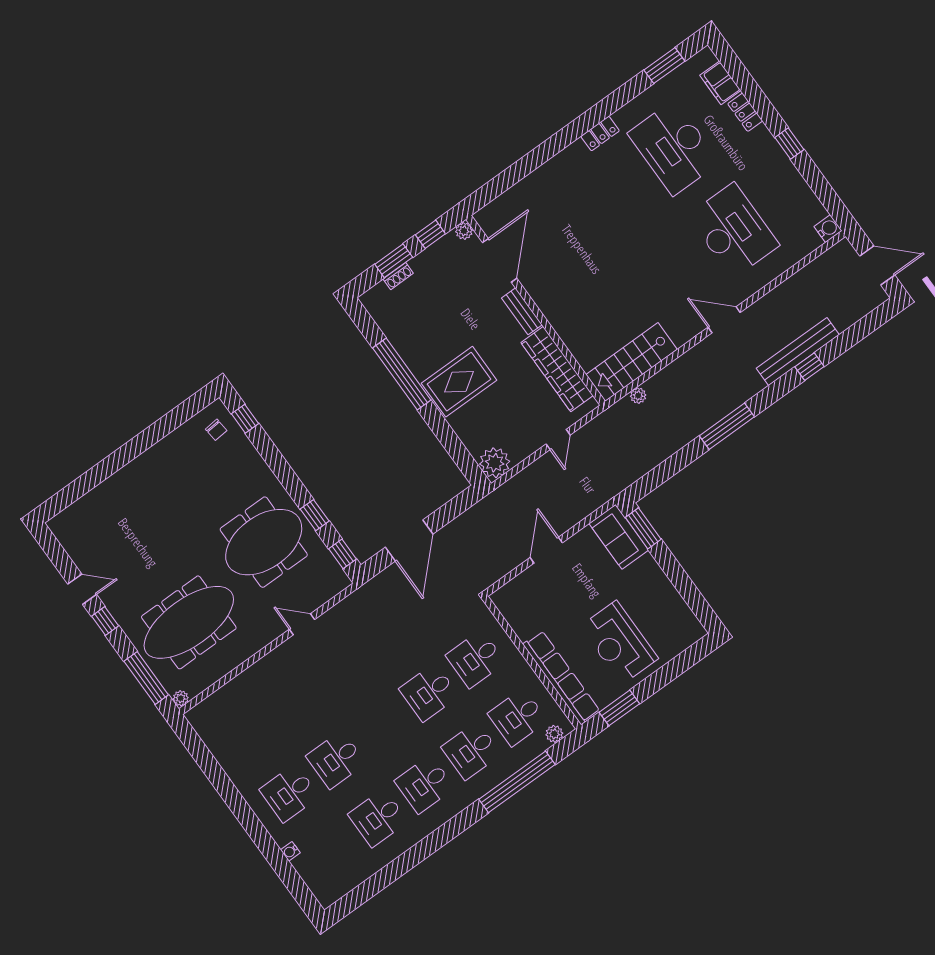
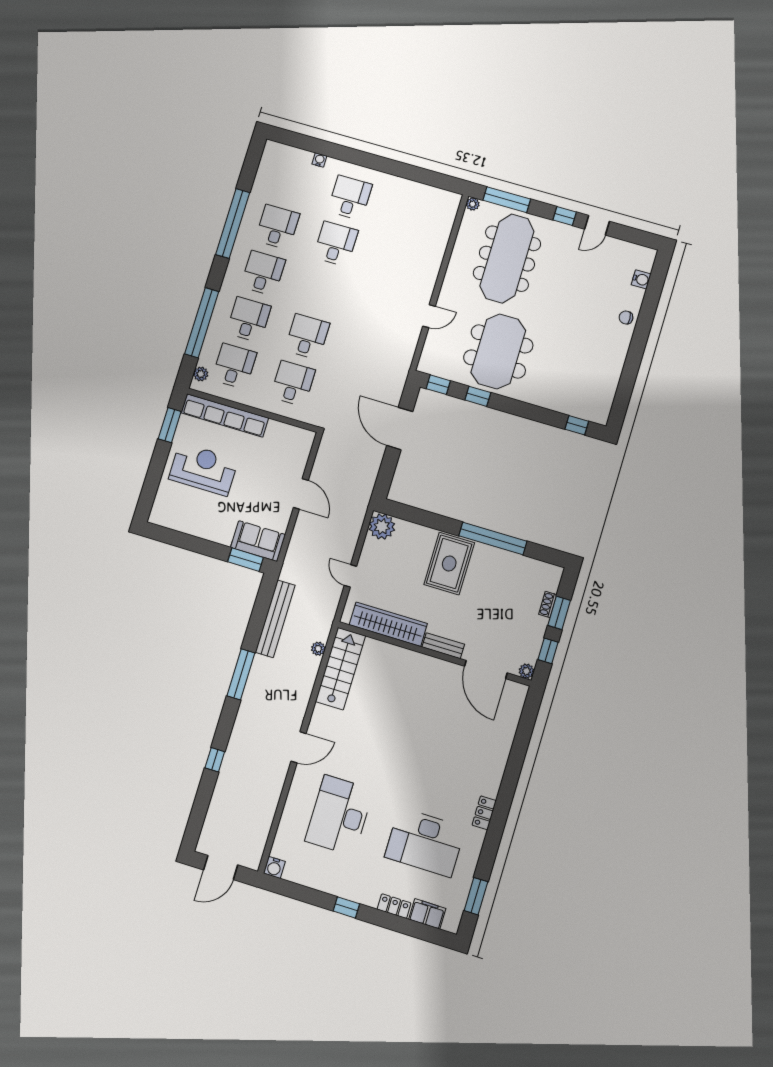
desk: (674, 148) -> (425, 842), turned 180
desk: (733, 230) -> (339, 815), turned 90
bench: (798, 352) -> (275, 619), moved
chair: (216, 430) -> (626, 317), moved
water cooler: (82, 508) -> (641, 279), added
window: (417, 854) -> (233, 224), added

